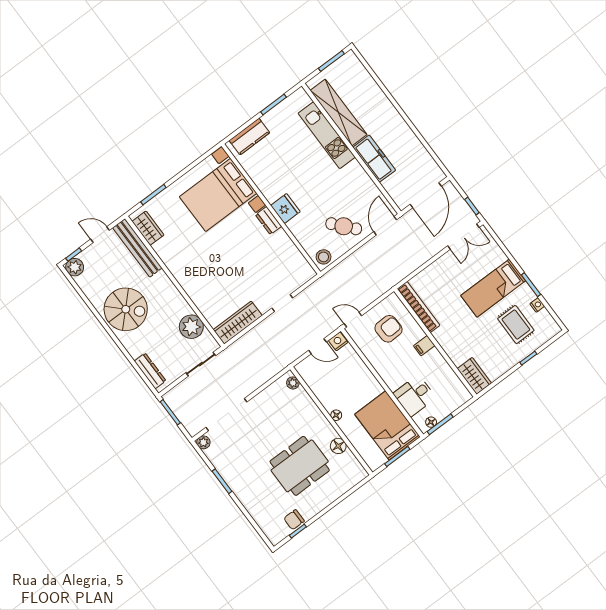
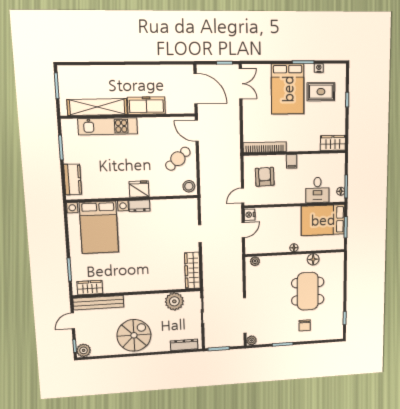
bed: (493, 288) -> (288, 89), width x1.50
chair: (294, 520) -> (305, 325), moved

